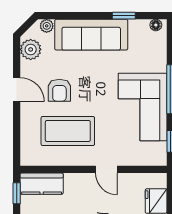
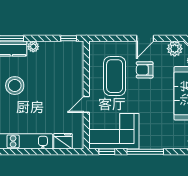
corner sofa: (143, 107) -> (114, 131), moved
kitchen counter: (42, 184) -> (76, 57), removed

